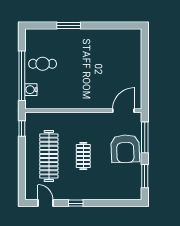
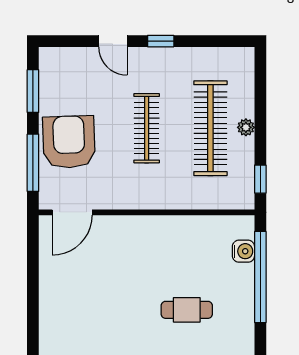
cafe table: (43, 64) -> (187, 310), moved
clothes rail: (83, 156) -> (147, 128), width x1.36
plant: (30, 157) -> (246, 127), added
door: (45, 203) -> (113, 41), moved

